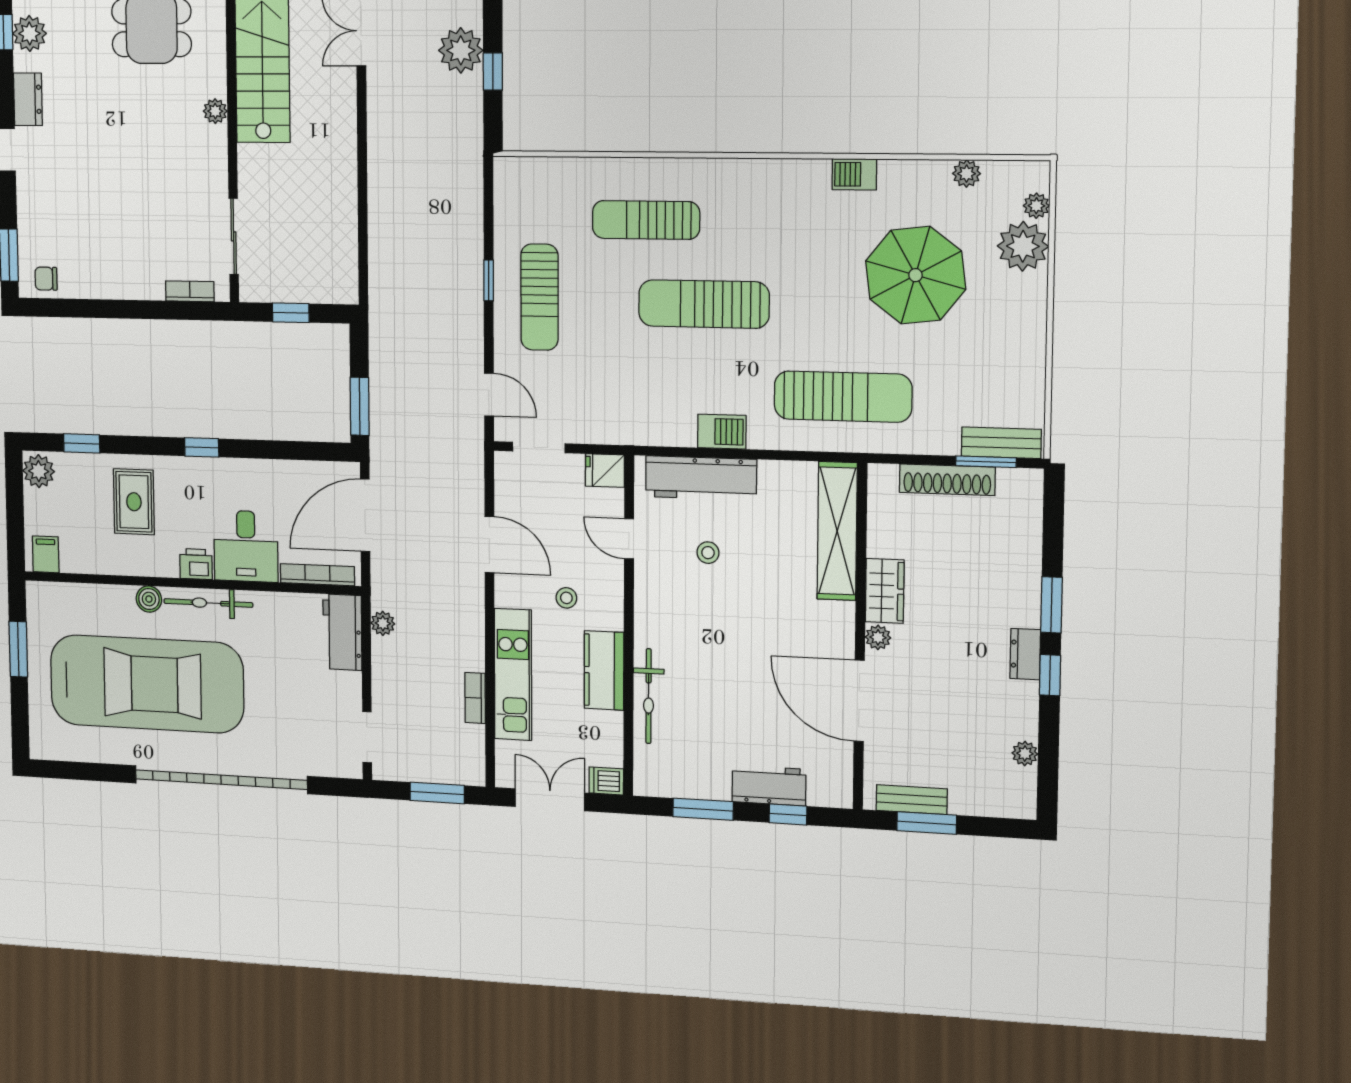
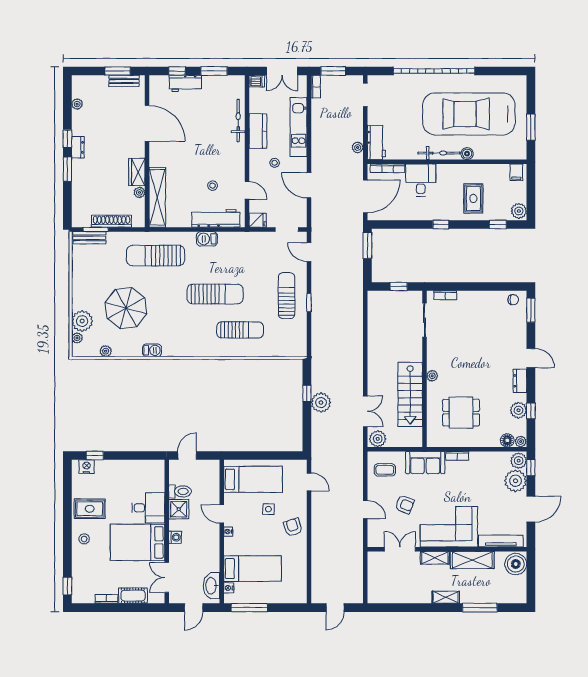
printer: (196, 564) -> (444, 171), removed
plant: (878, 637) -> (139, 192), moved
bookcase: (475, 698) -> (316, 87), moved

